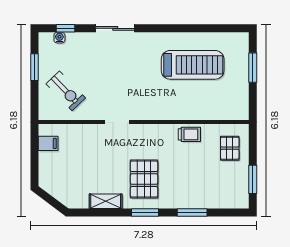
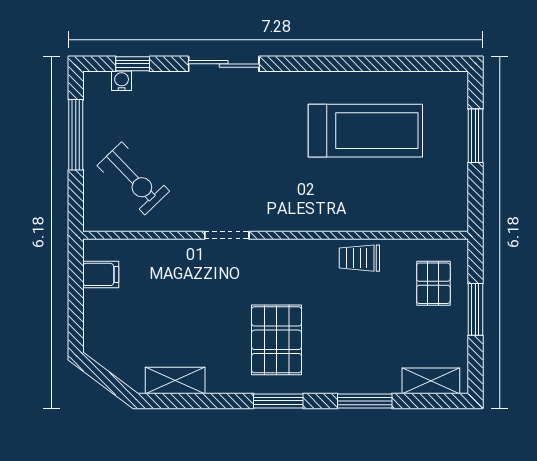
window: (34, 67) -> (76, 135), width x1.44
trolley: (189, 134) -> (359, 258), turned 180
window: (253, 179) -> (475, 309), moved
shelving: (106, 201) -> (175, 380), moved
shelving: (228, 202) -> (431, 381), added

